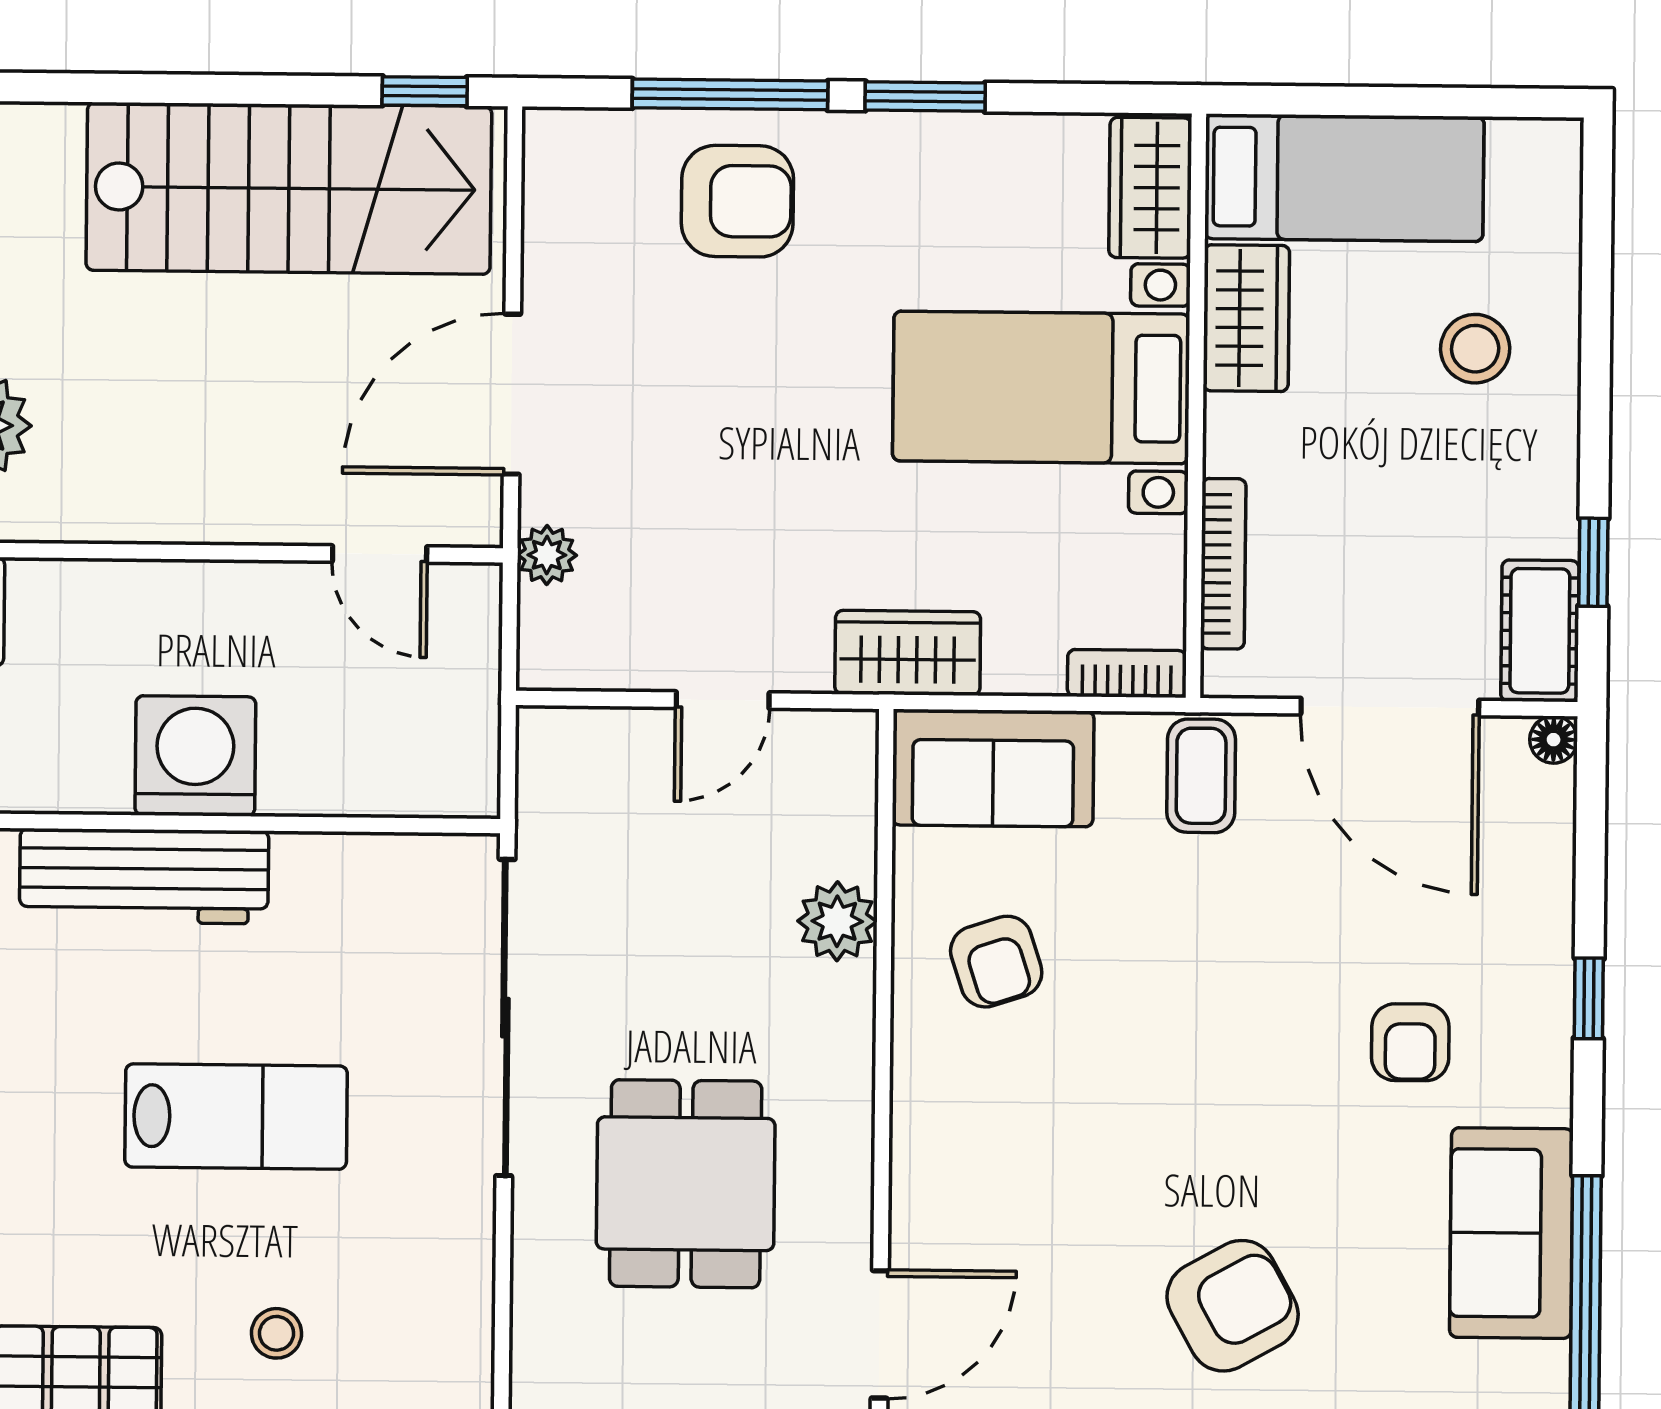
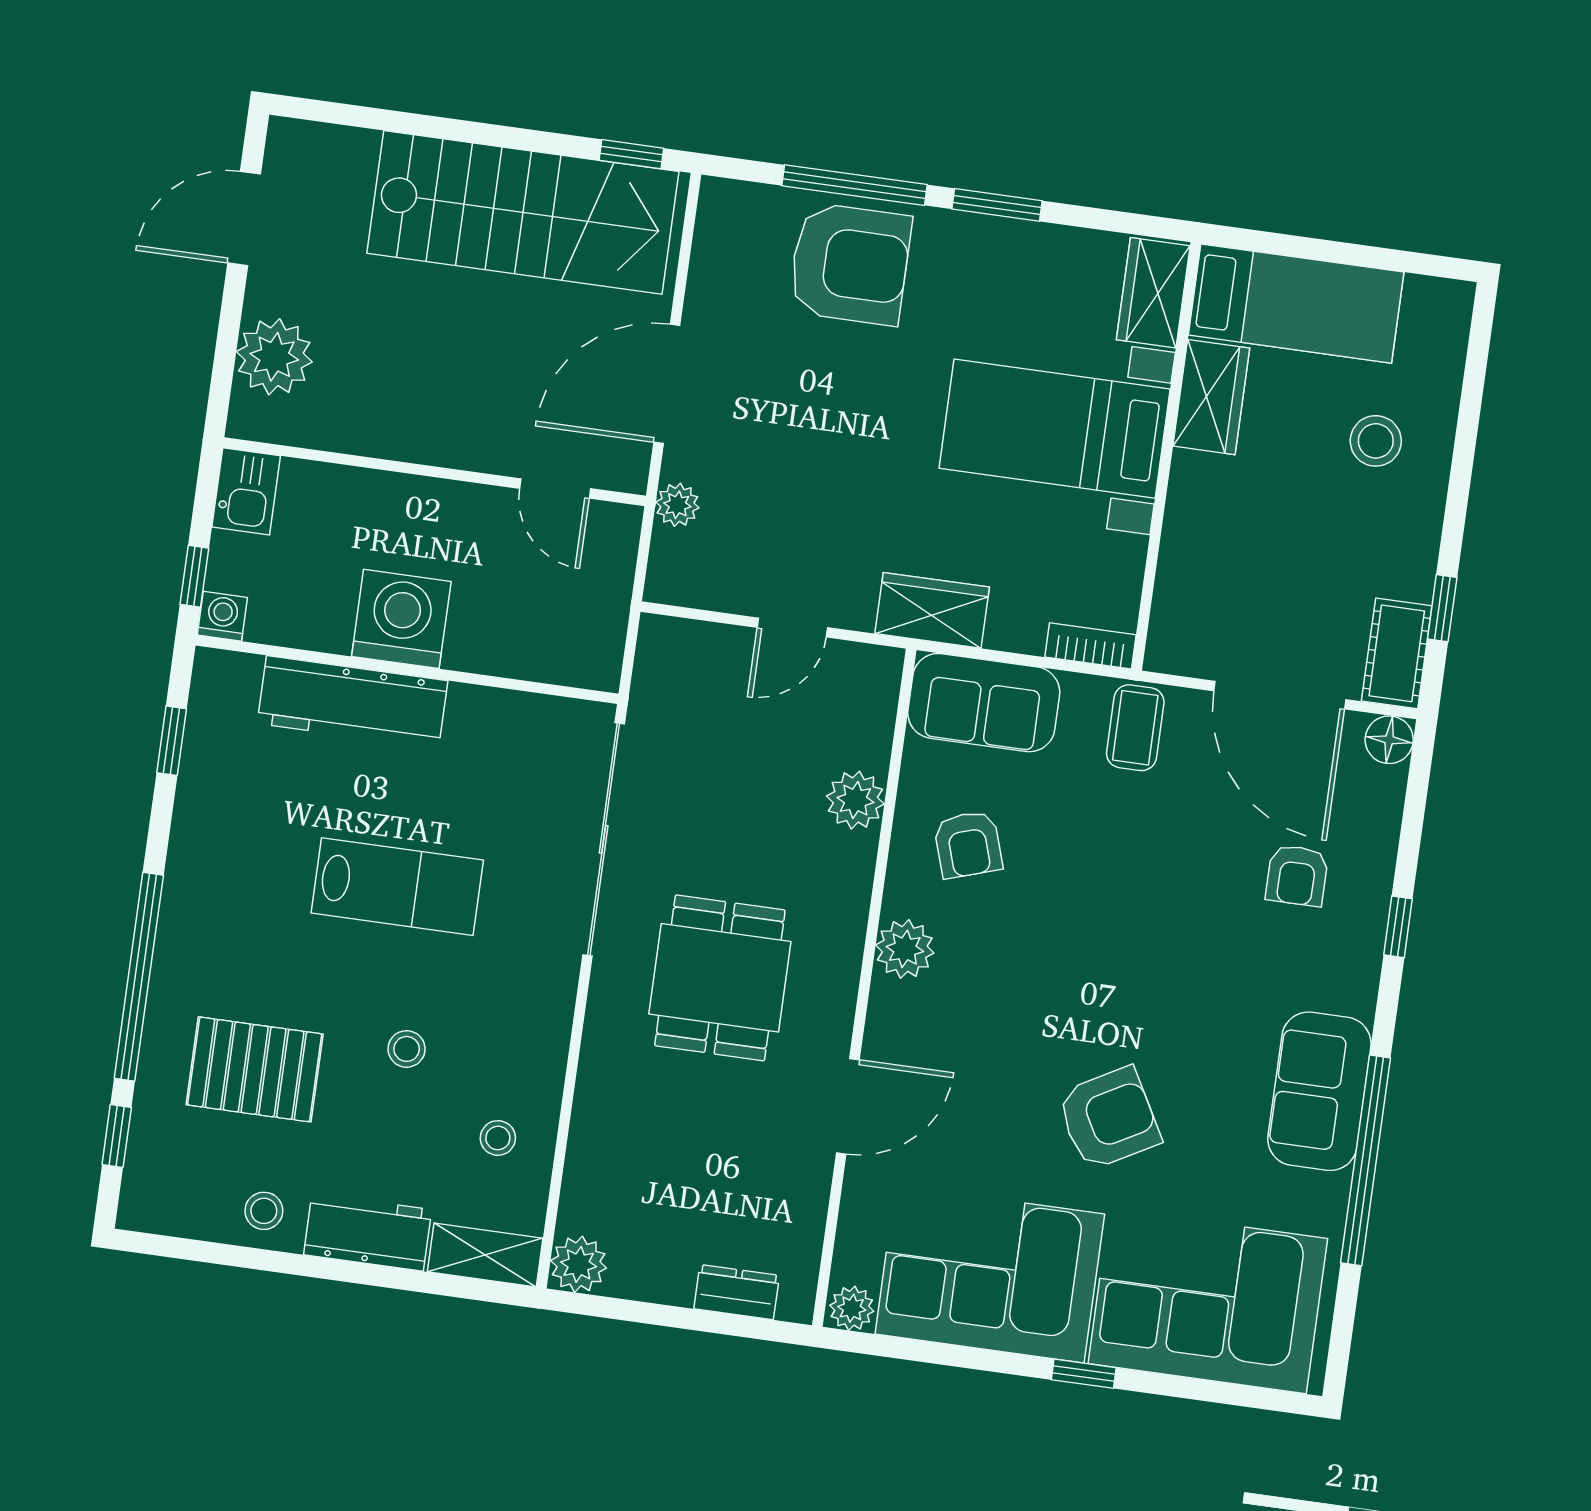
armchair: (737, 201) -> (850, 264), width x1.36, depth x1.36
bookcase: (1223, 564) -> (1171, 575), removed
floor lamp: (1554, 740) -> (1389, 740), width x1.37, depth x1.37
armchair: (1410, 1042) -> (1297, 875), moved
plant: (929, 1113) -> (905, 949), added

